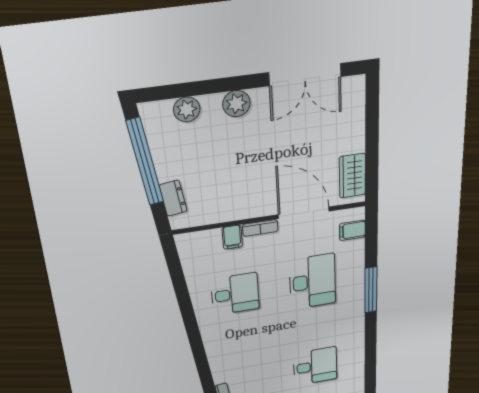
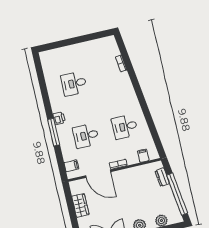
wardrobe: (352, 176) -> (80, 205), moved
filing cabinet: (232, 237) -> (143, 156), moved
desk: (312, 282) -> (86, 136), width x0.73
printer: (355, 312) -> (59, 118), added

